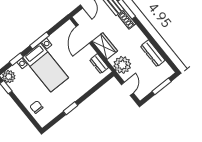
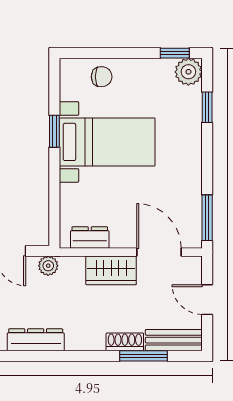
window: (39, 40) -> (207, 218), moved
plant: (122, 65) -> (48, 266), width x0.53, depth x0.53
bed with nightstands: (46, 68) -> (107, 142), moved, turned 180

